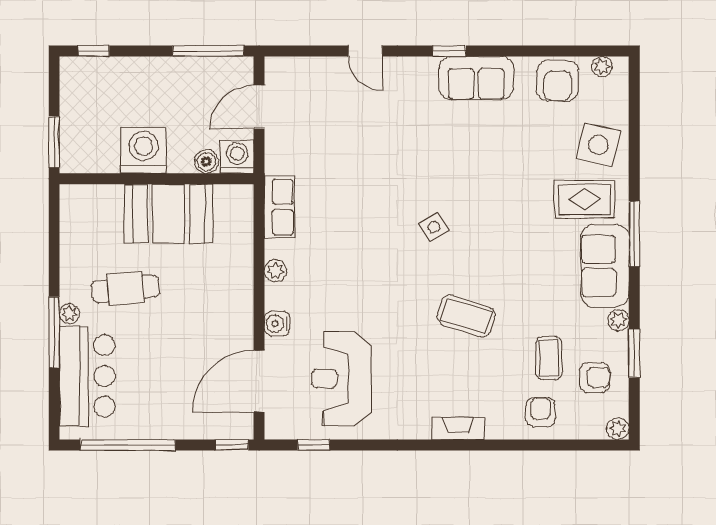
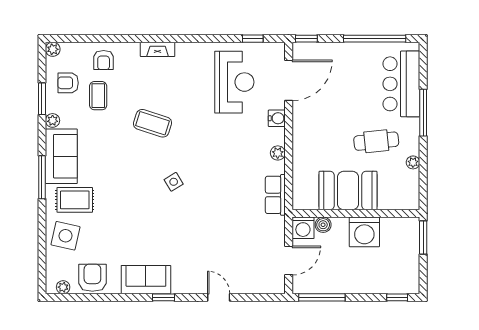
plant: (69, 314) -> (413, 162), moved

